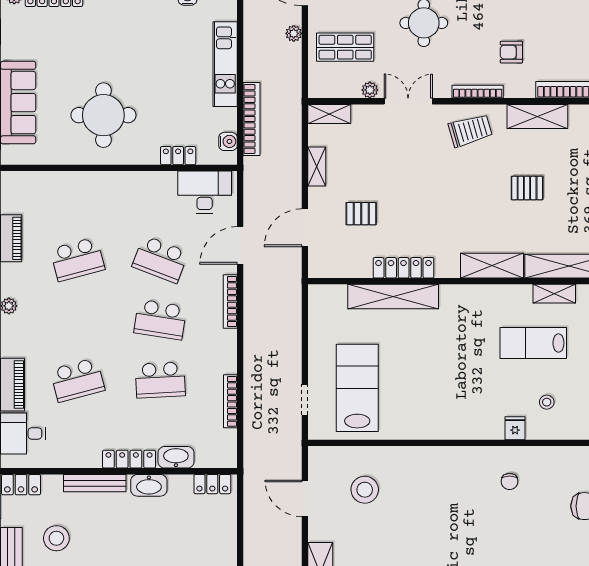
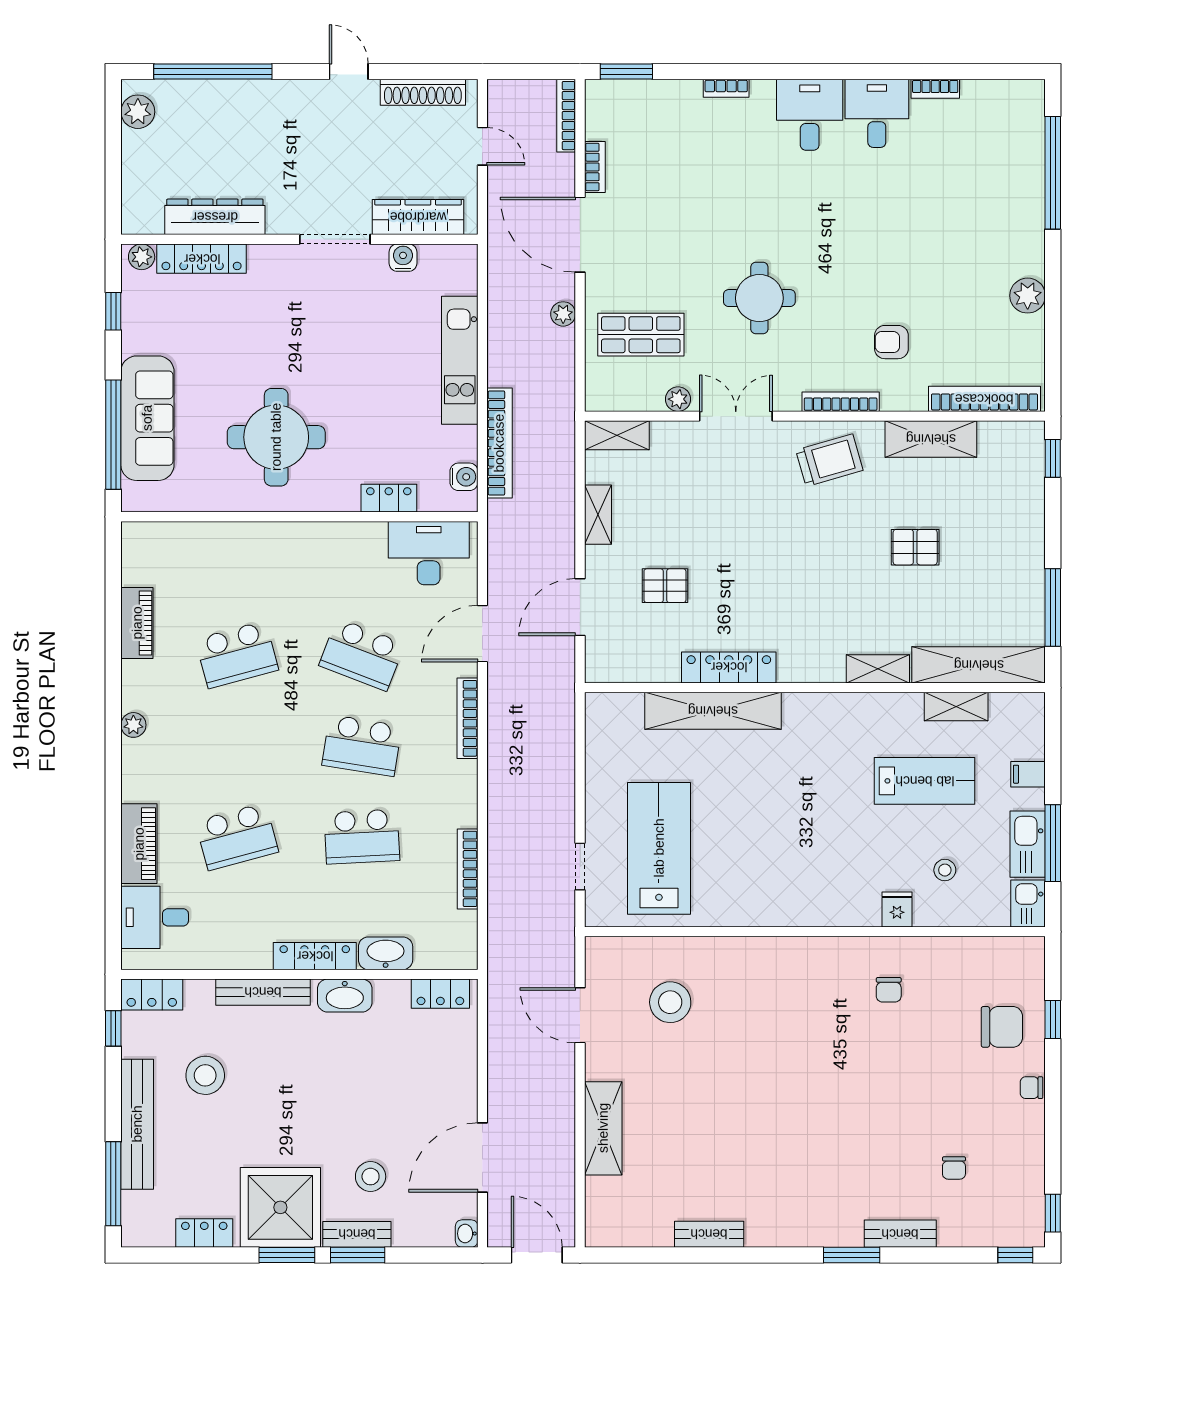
shelving: (492, 266) -> (878, 669), width x0.67, depth x0.75
lab bench: (533, 343) -> (925, 781), turned 180

